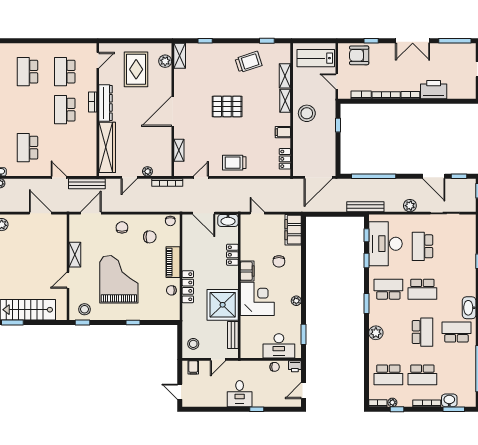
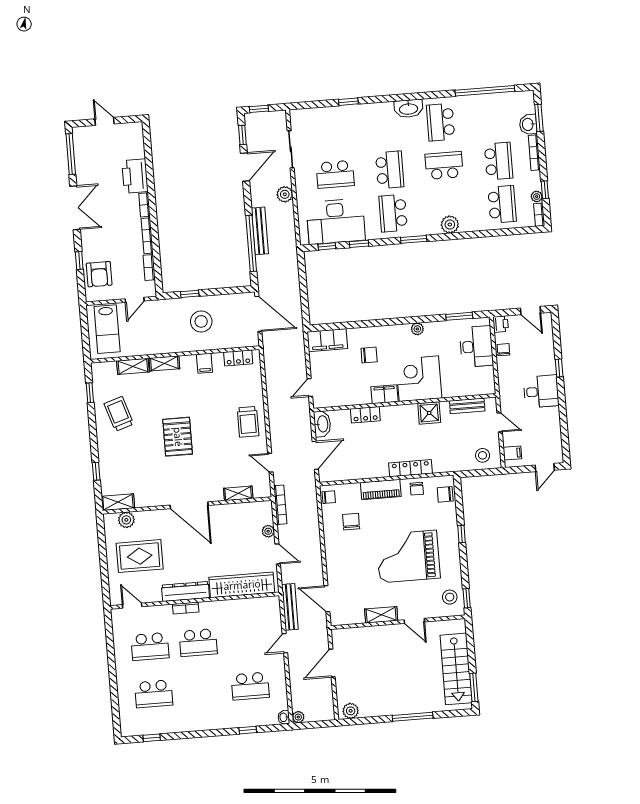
stool: (307, 113) -> (201, 321), moved
bench: (365, 207) -> (260, 231), moved
chair: (122, 227) -> (445, 494), moved
shower: (223, 305) -> (429, 413), width x0.54, depth x0.54

